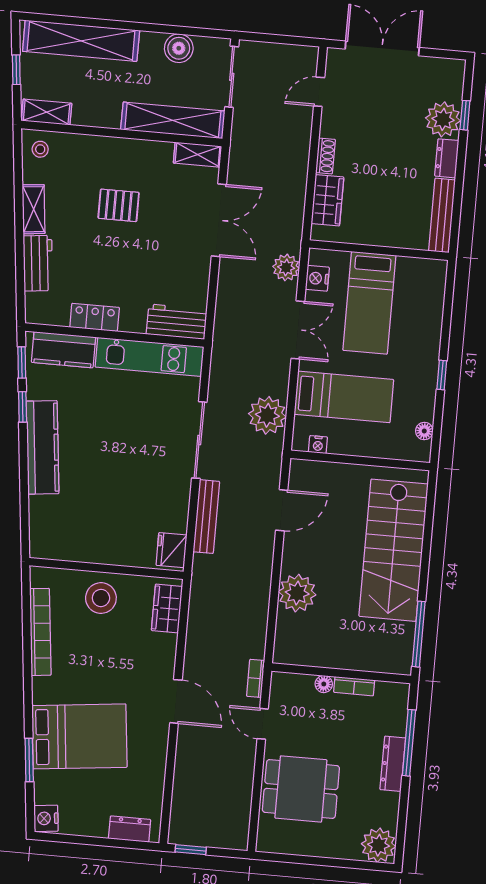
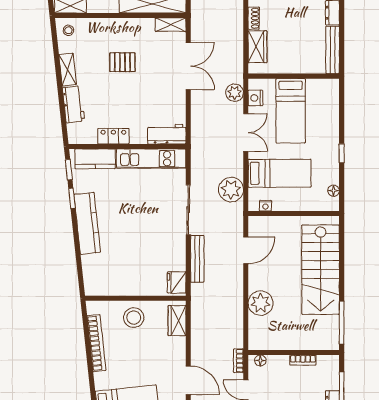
floor lamp: (324, 684) -> (260, 360), moved

